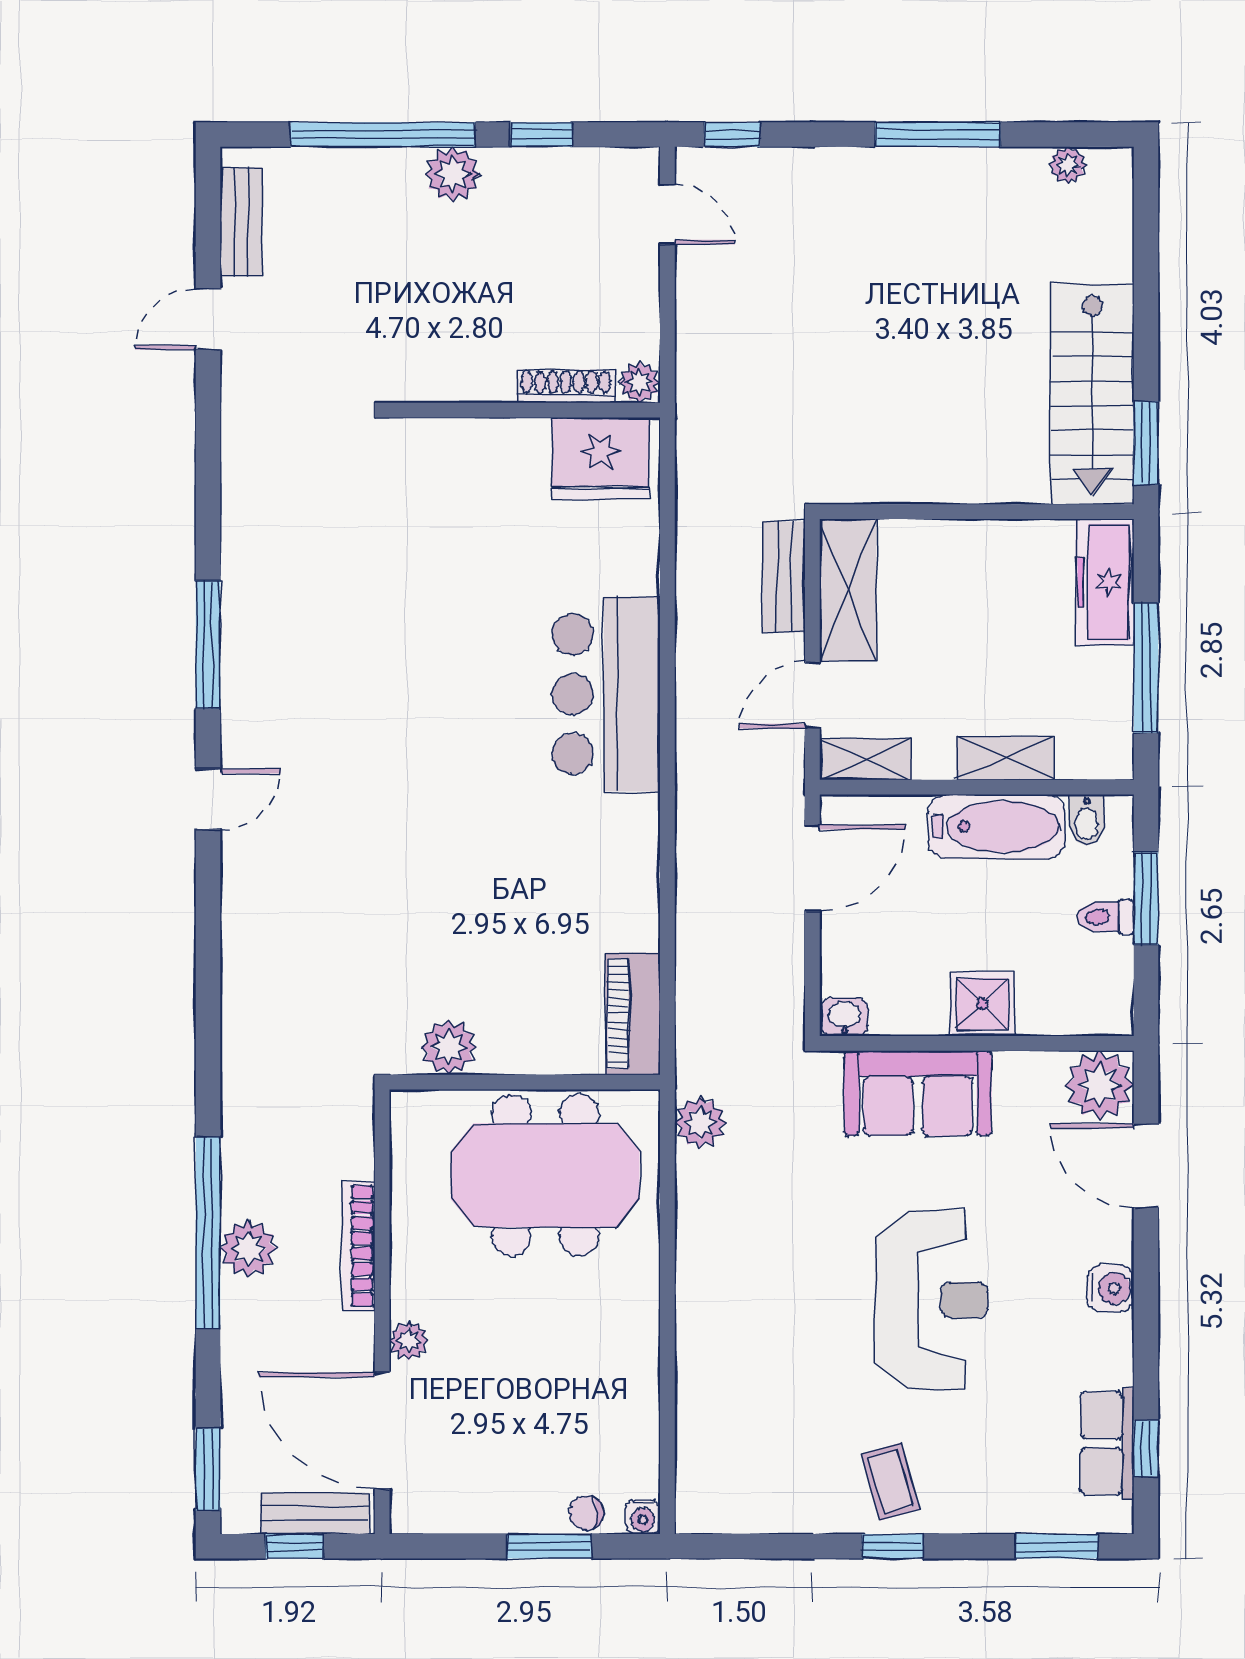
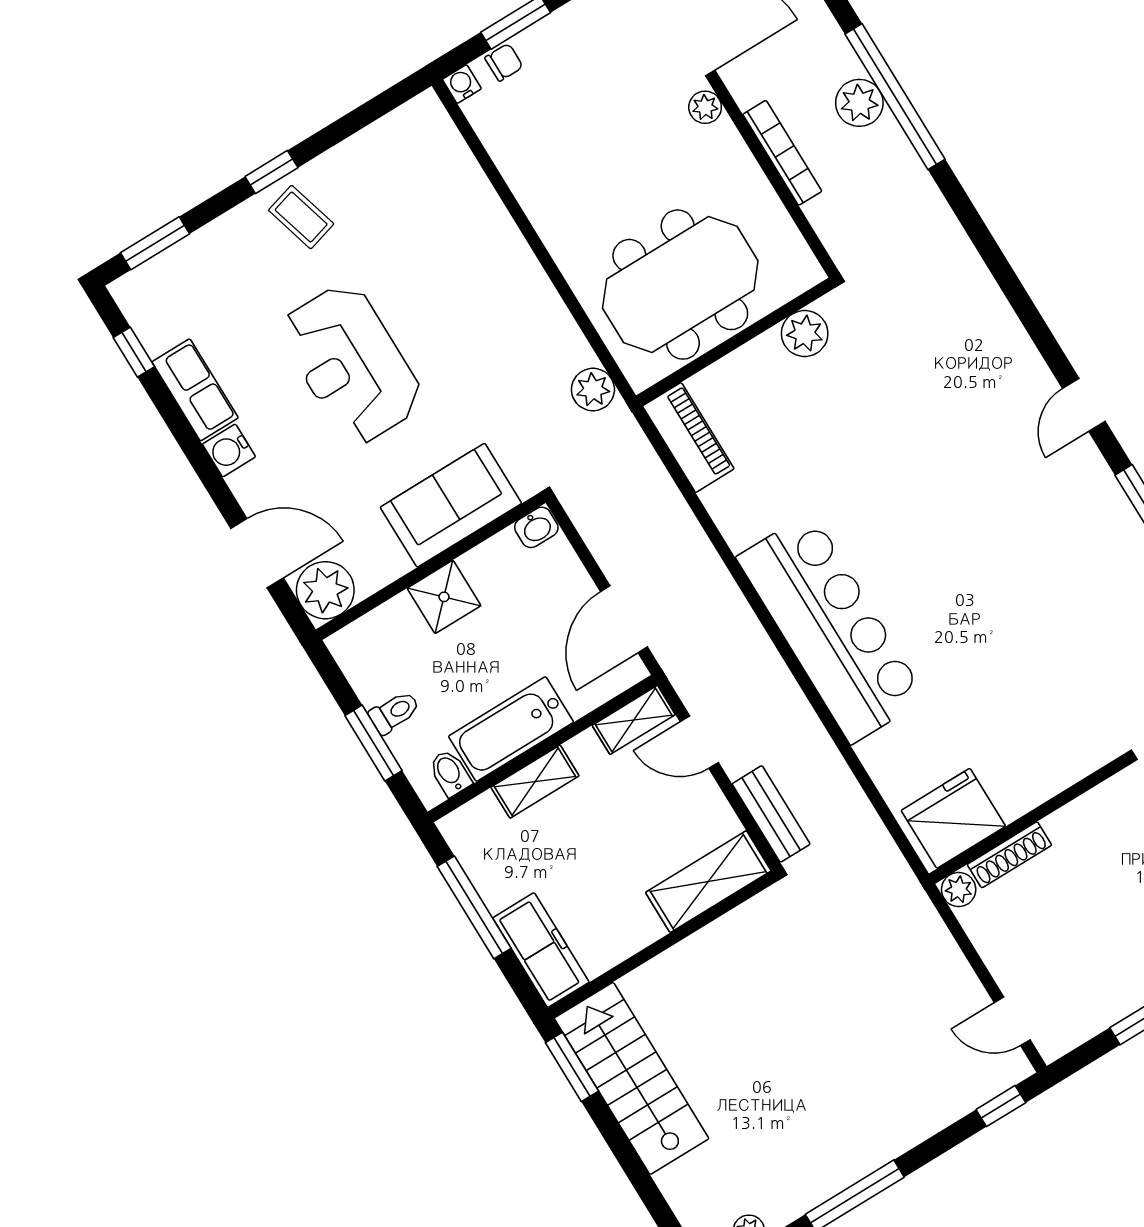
shelving: (848, 590) -> (708, 882), moved, turned 90
bar counter: (606, 694) -> (831, 628), width x1.36
door: (812, 695) -> (699, 742), swing flipped
row of seats: (1107, 1443) -> (195, 390), moved

